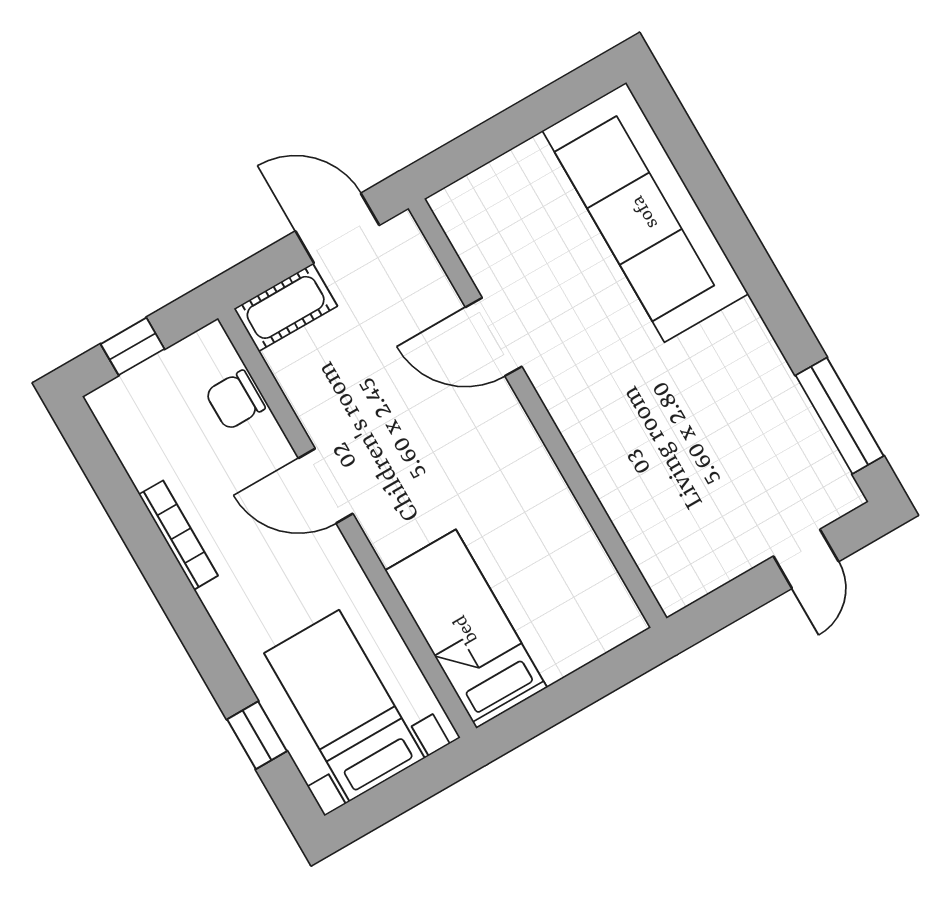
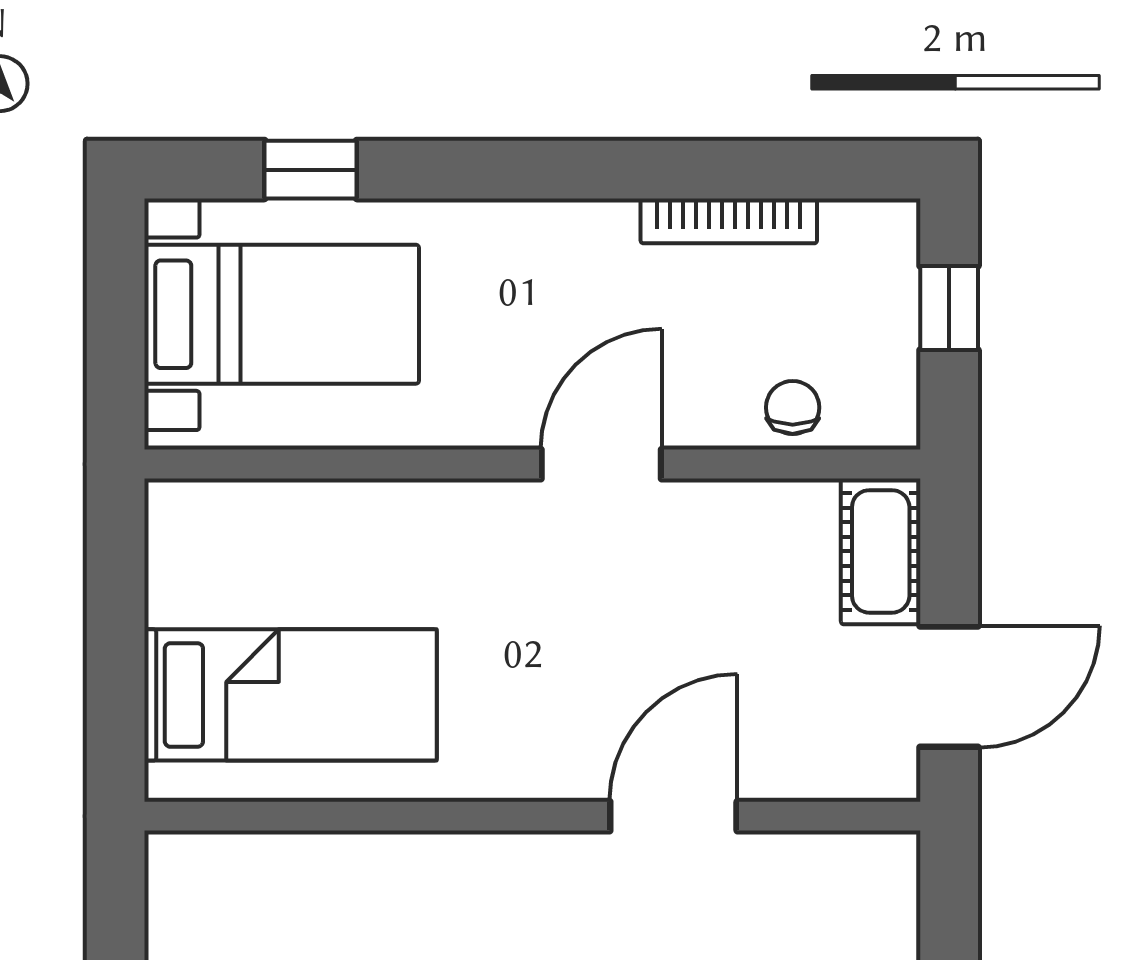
chair: (235, 400) -> (793, 407), width x0.73, depth x0.73
bookcase: (178, 535) -> (729, 221), moved
bed: (466, 629) -> (291, 695), moved

